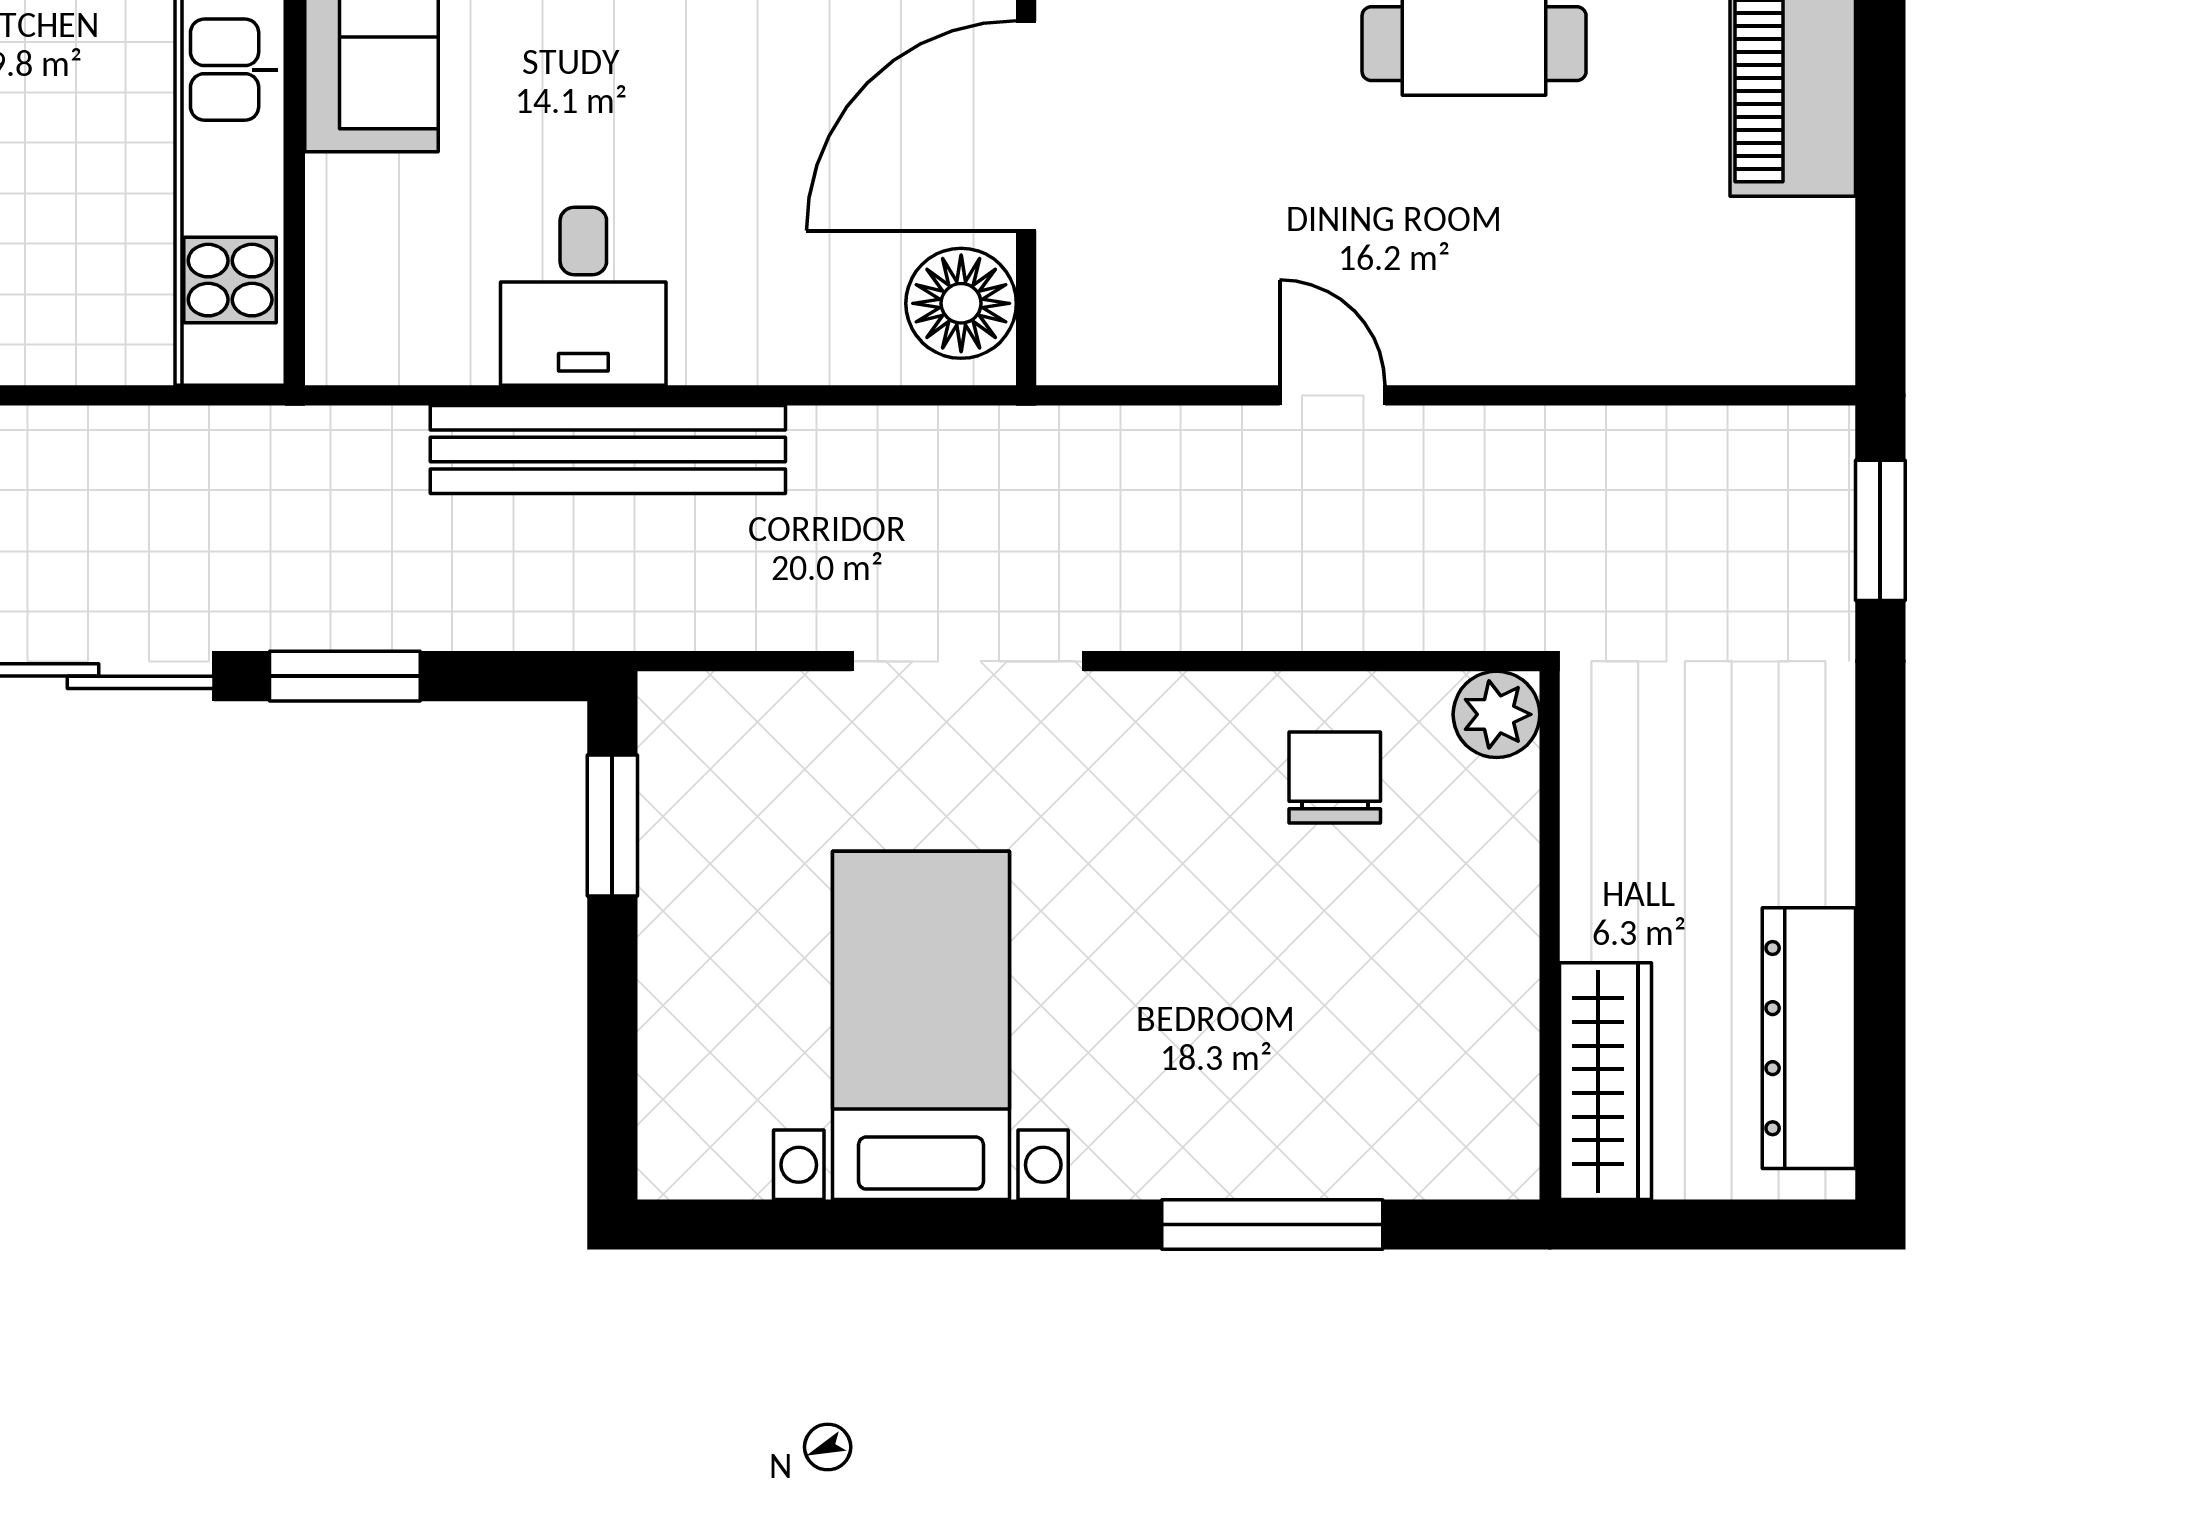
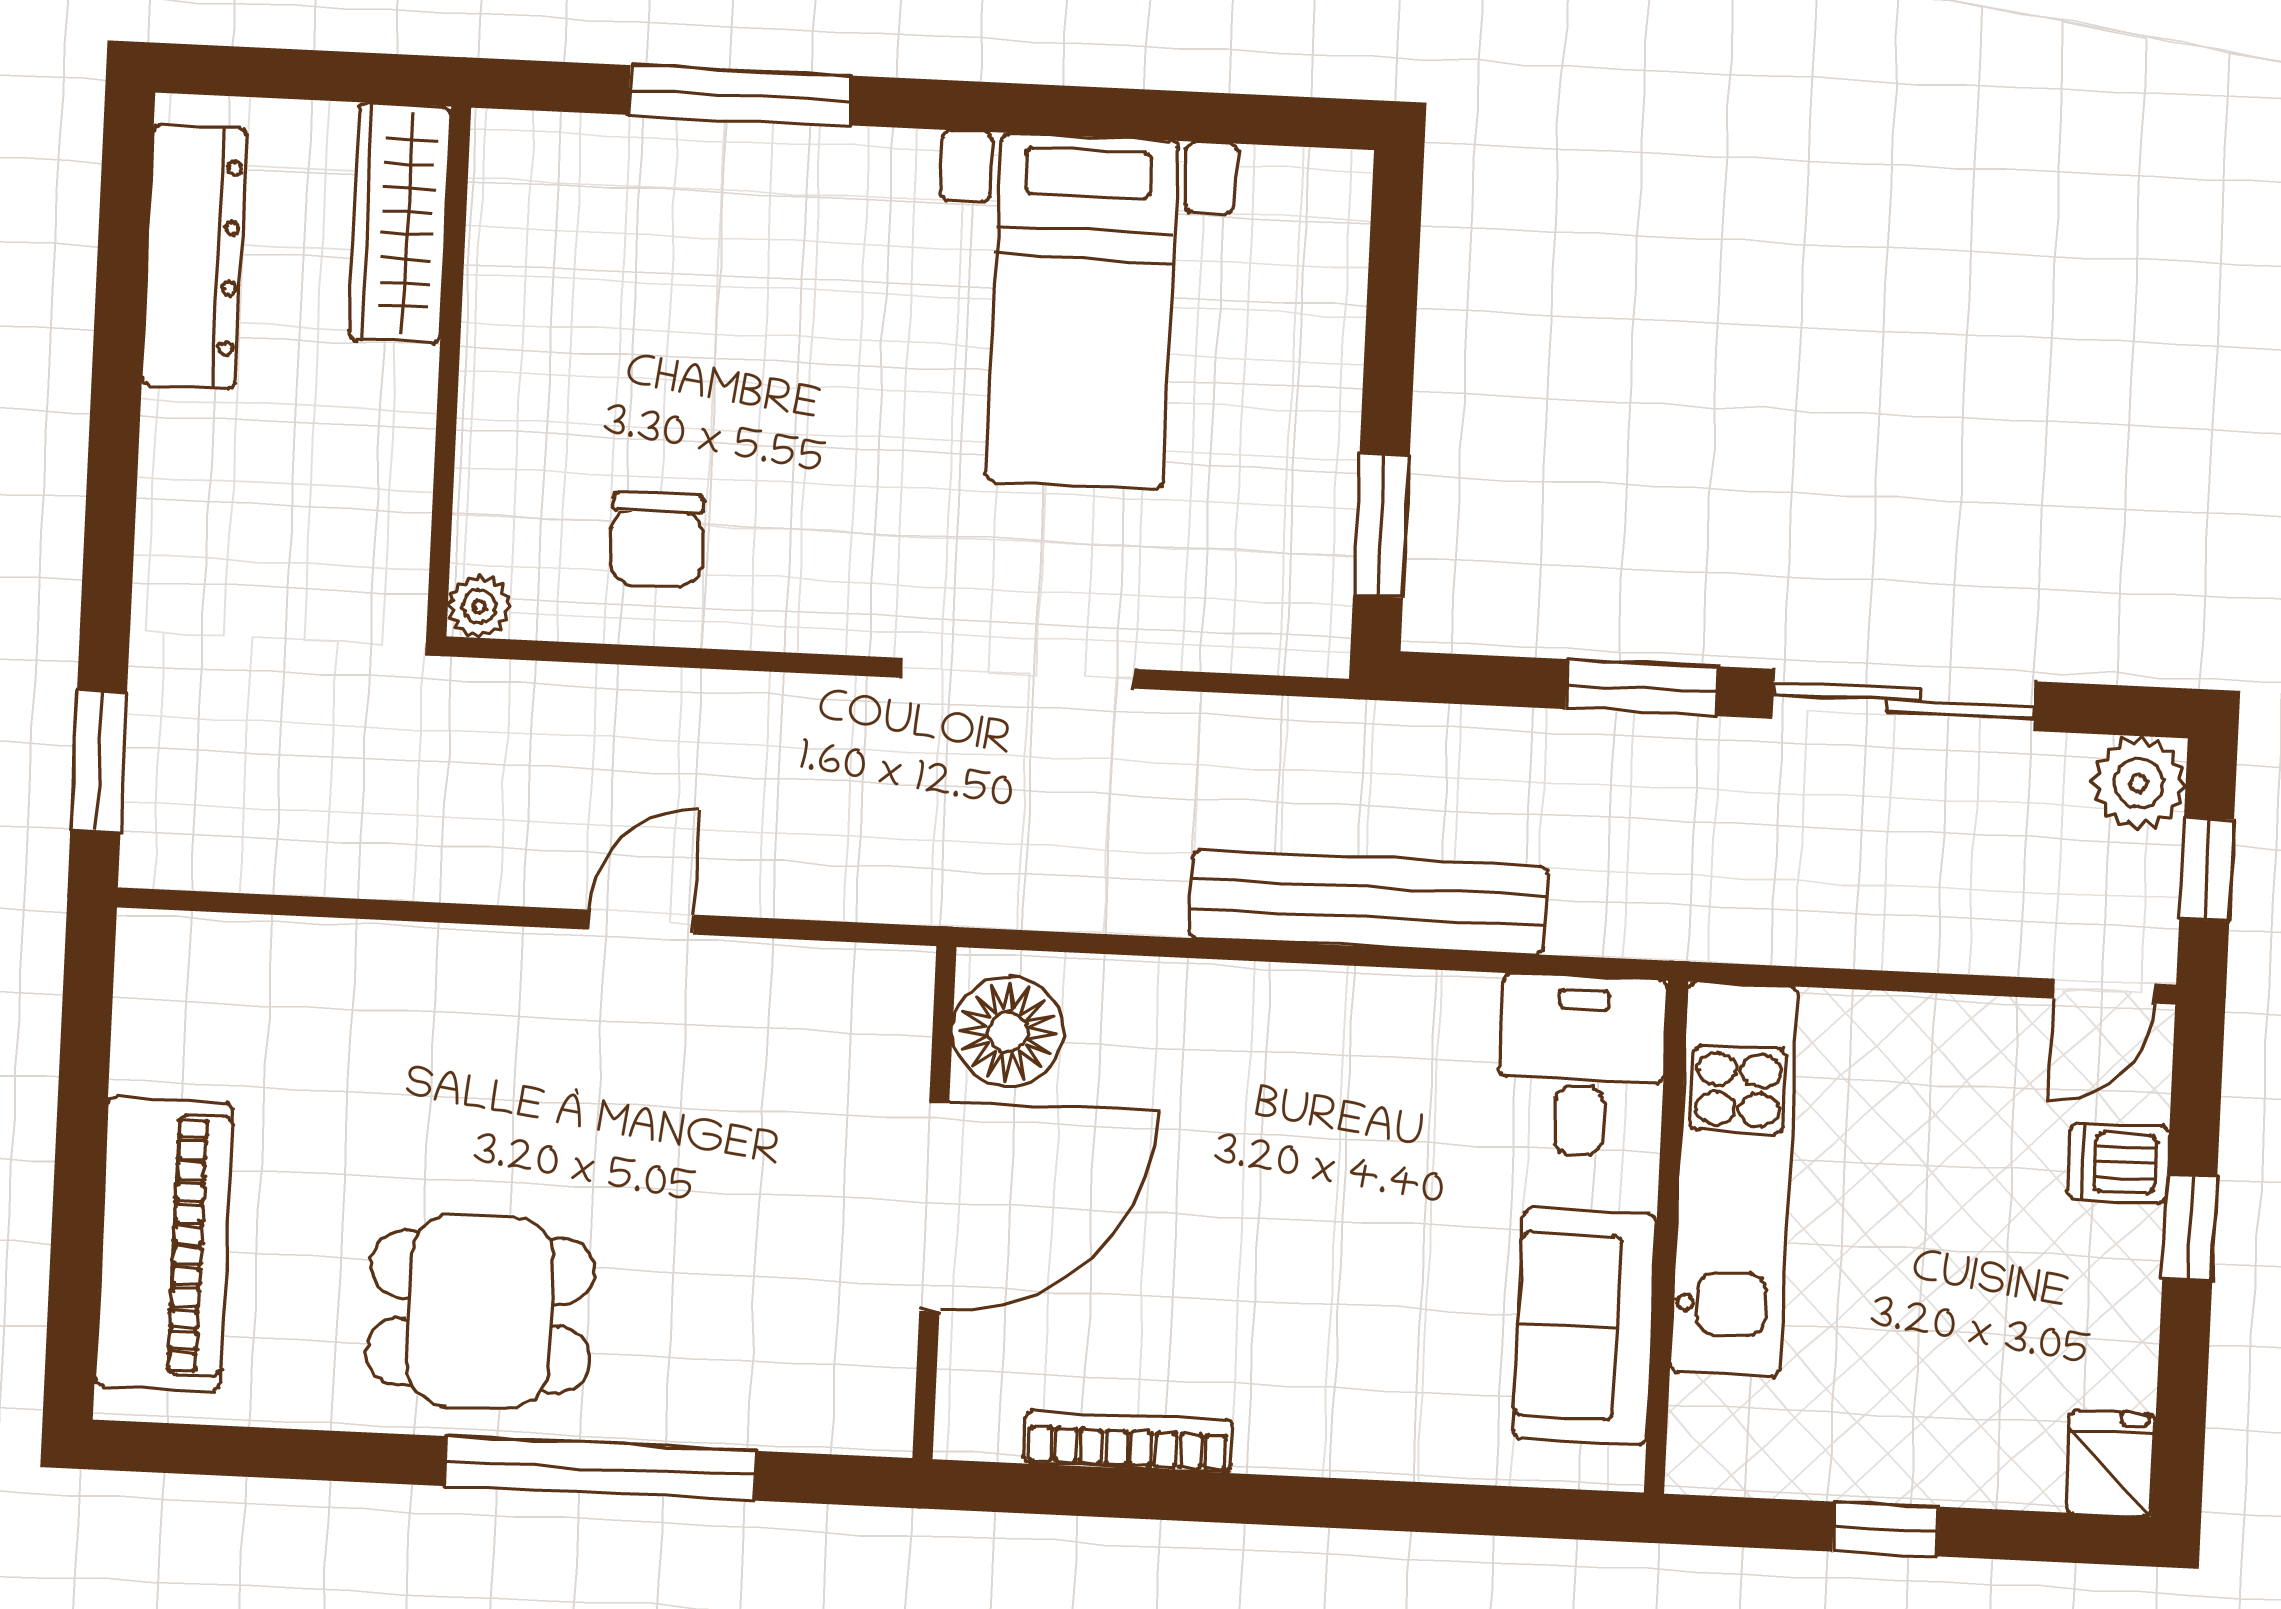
desk: (583, 296) -> (1581, 1066), moved
door: (1332, 395) -> (641, 922), swing flipped
plant: (1496, 714) -> (479, 606), width x0.73, depth x0.73

